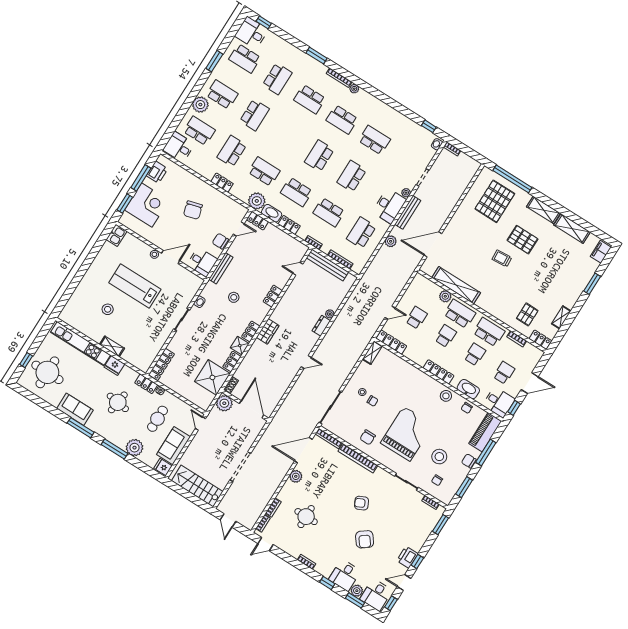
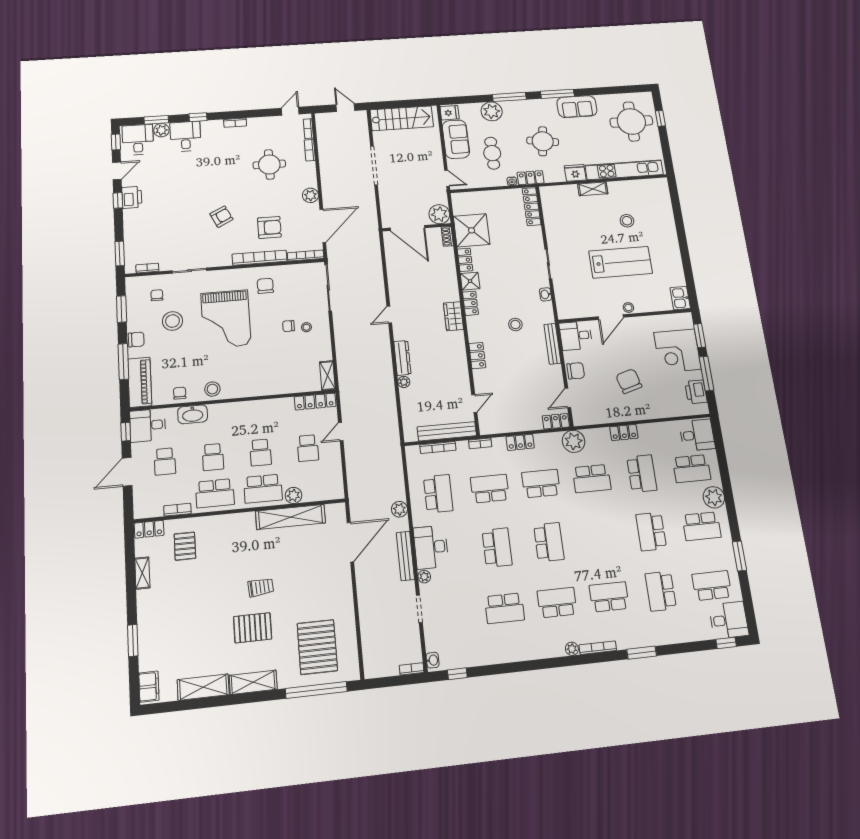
washbasin: (272, 213) -> (548, 440), removed
dresser: (321, 326) -> (402, 358), width x1.44
locker: (438, 372) -> (240, 408), removed
armchair: (365, 539) -> (269, 227), moved, turned 127

